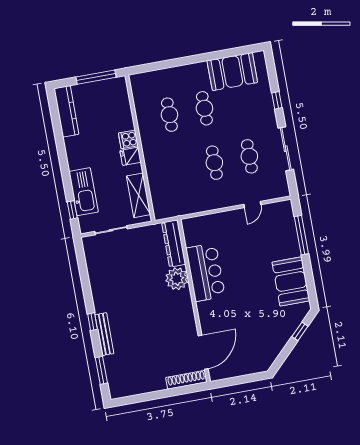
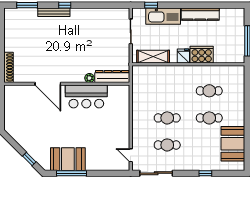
kitchen counter: (66, 111) -> (200, 14), moved
cooker: (128, 139) -> (202, 55), width x1.87, depth x1.31
sliding door: (286, 149) -> (156, 173), moved
door: (252, 204) -> (131, 155), moved
window: (301, 235) -> (72, 173), moved
plant: (177, 279) -> (89, 78), width x0.53, depth x0.53
door: (203, 352) -> (48, 84), moved

